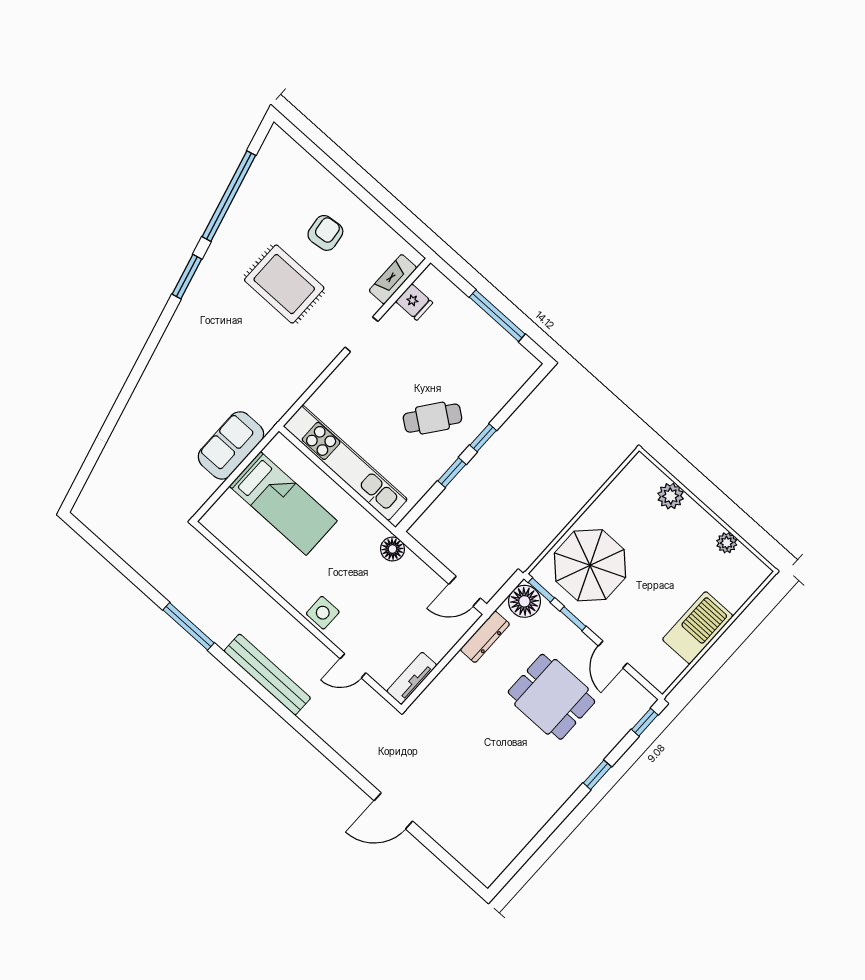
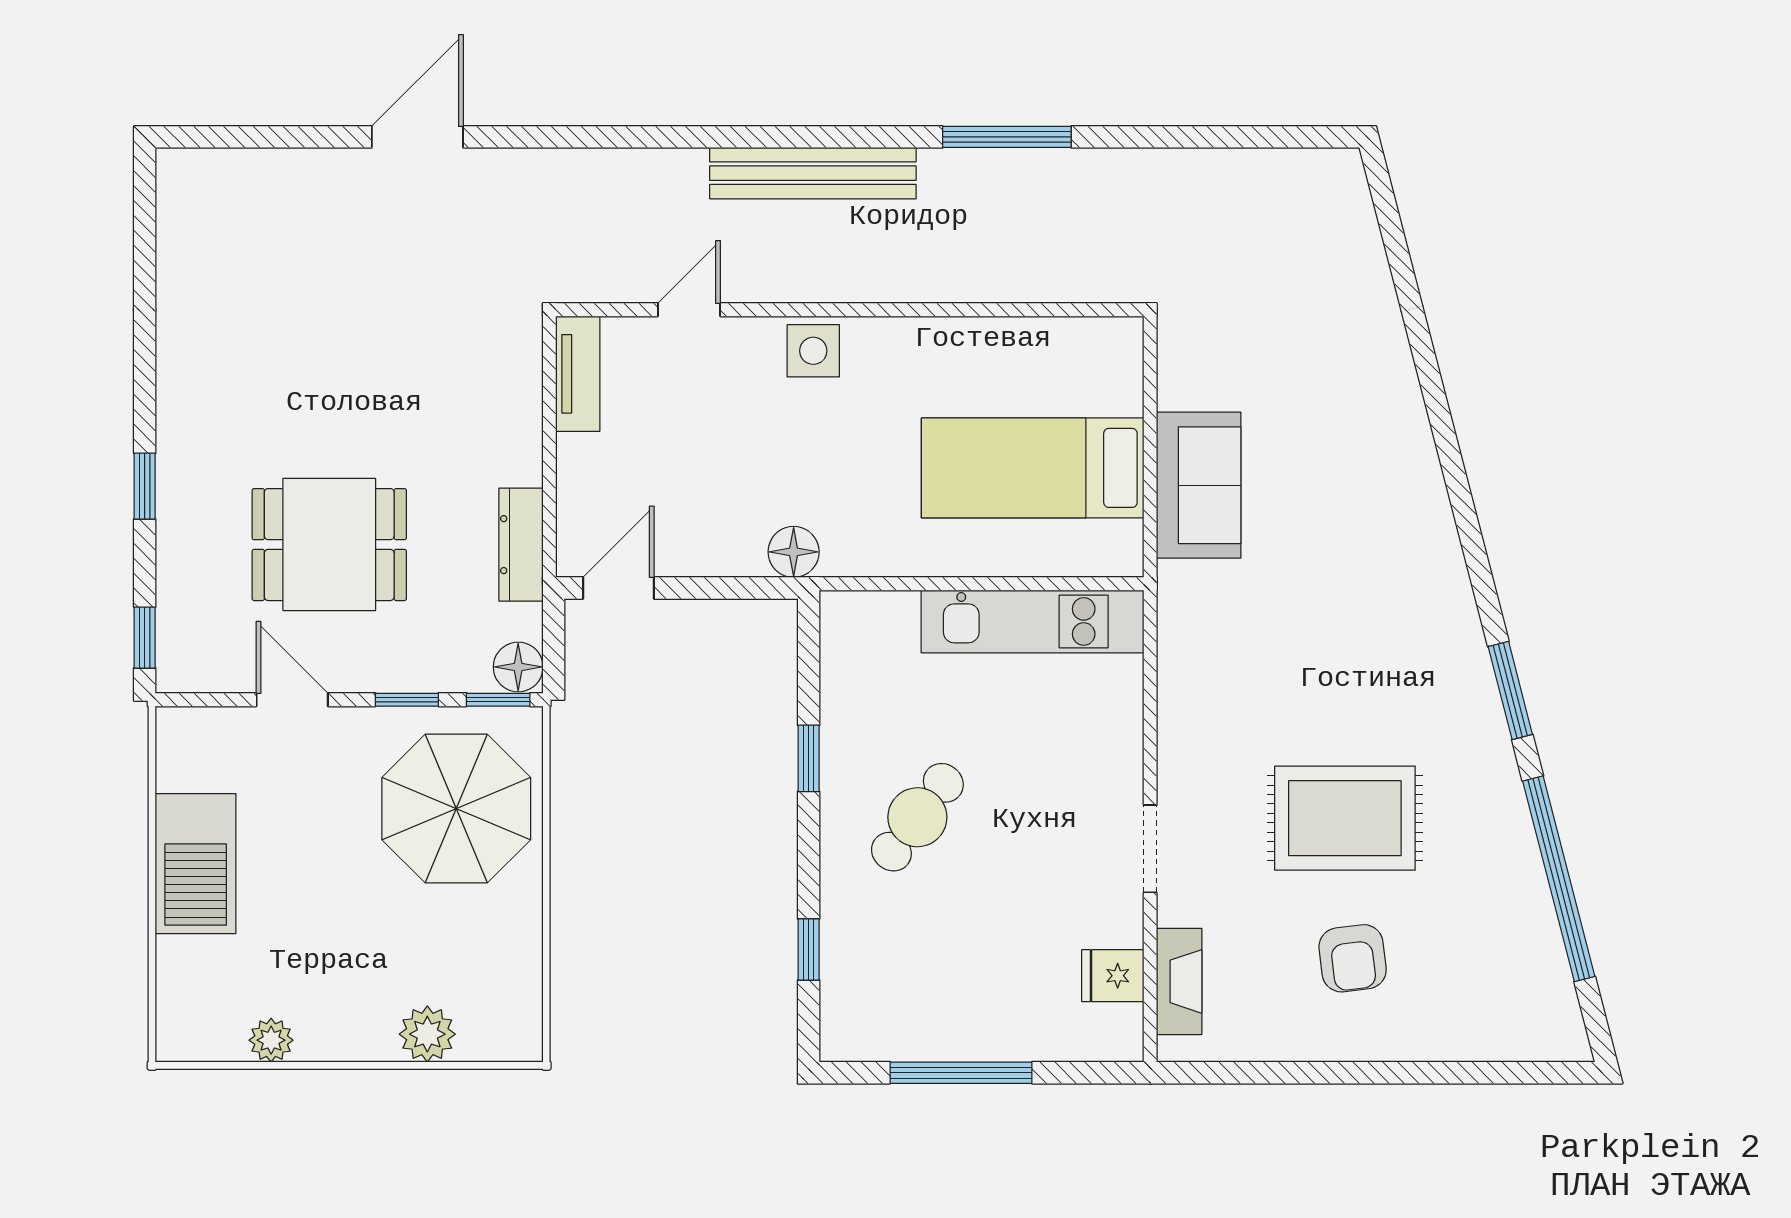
window: (483, 438) -> (809, 949), moved
kitchen unit: (345, 463) -> (1032, 621), width x0.73
floor lamp: (524, 601) -> (518, 667), width x0.73, depth x0.73

